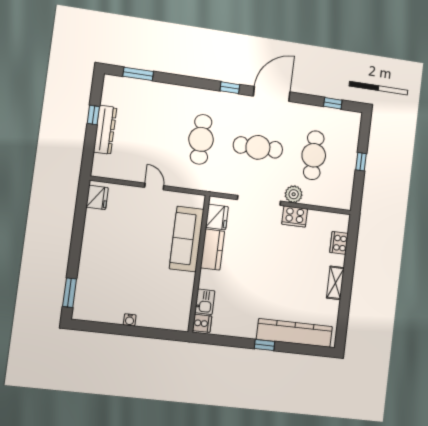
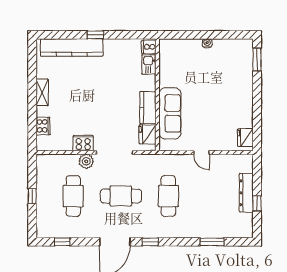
window: (138, 74) -> (212, 242), moved

